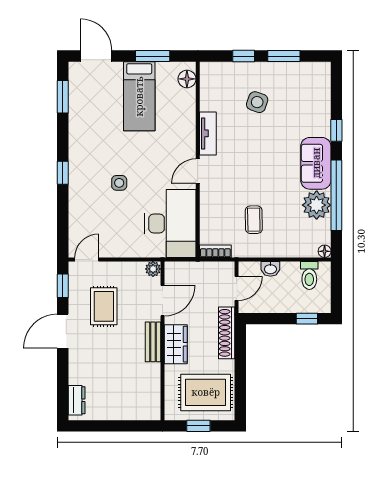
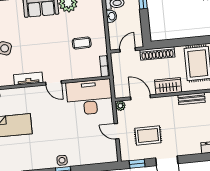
side table: (119, 183) -> (62, 160), moved
door: (87, 259) -> (117, 131), moved
washbasin: (270, 269) -> (111, 16), moved
door: (237, 288) -> (128, 50), hinge flipped
bench: (153, 342) -> (192, 99), moved

